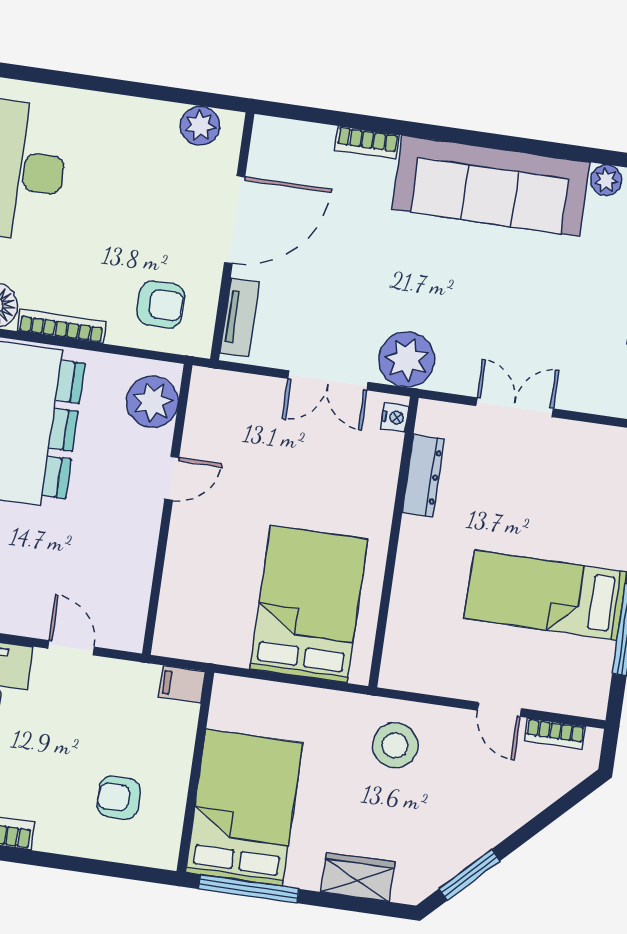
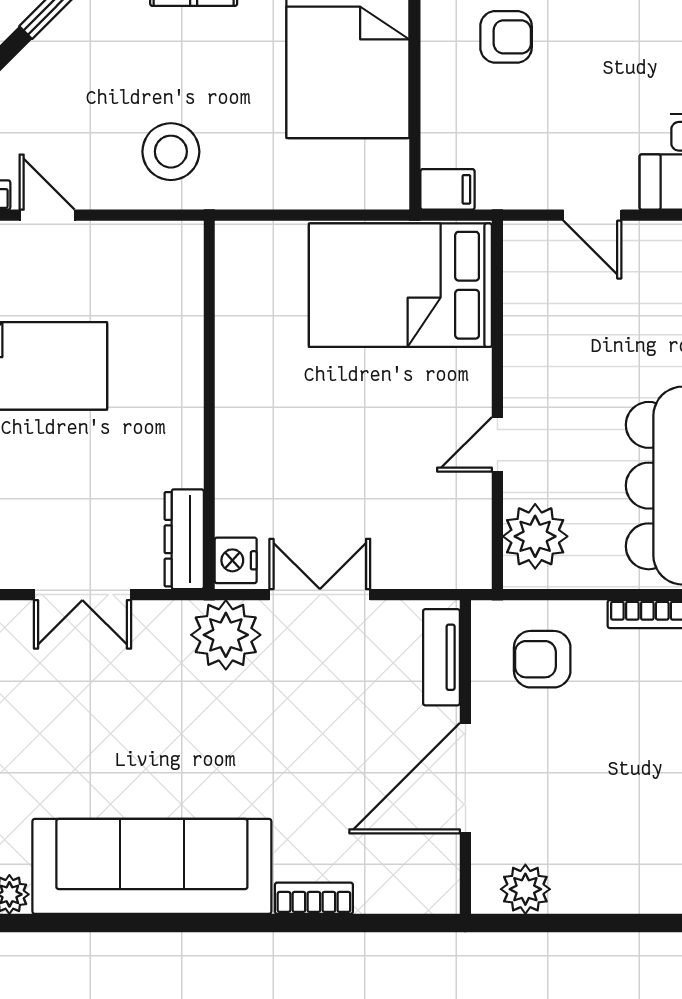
nightstand: (395, 417) -> (236, 560), width x1.39, depth x1.35
dresser: (423, 476) -> (184, 539), moved
bed: (309, 604) -> (400, 285), moved, turned 90

